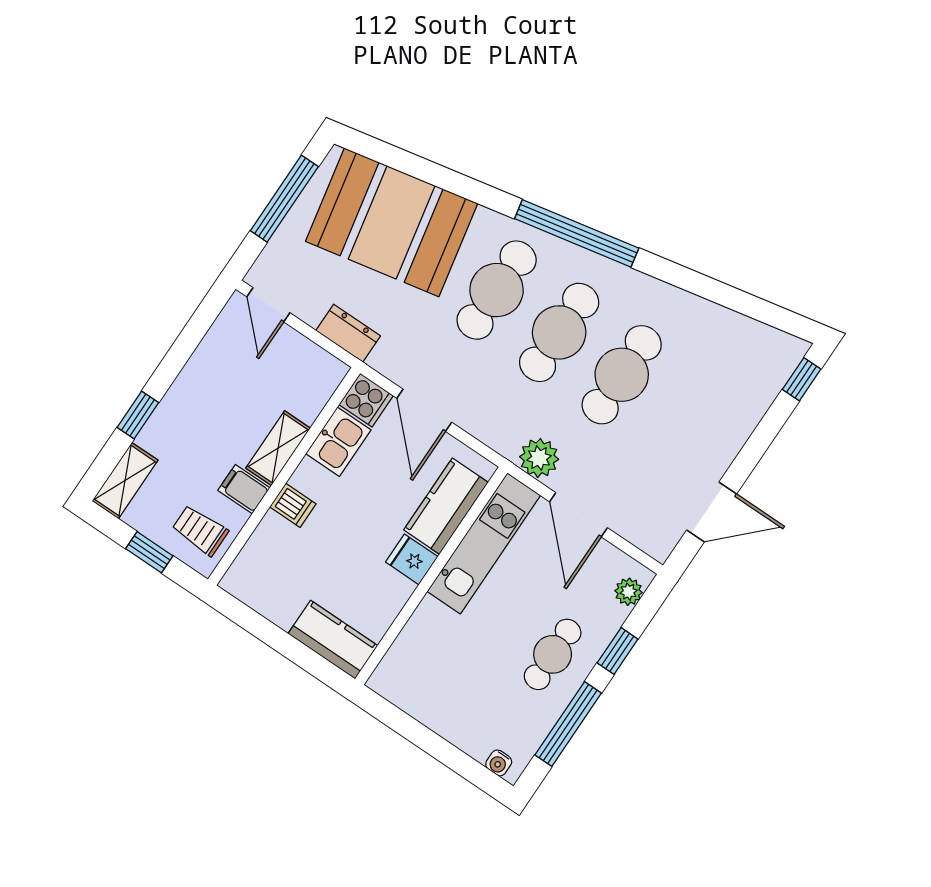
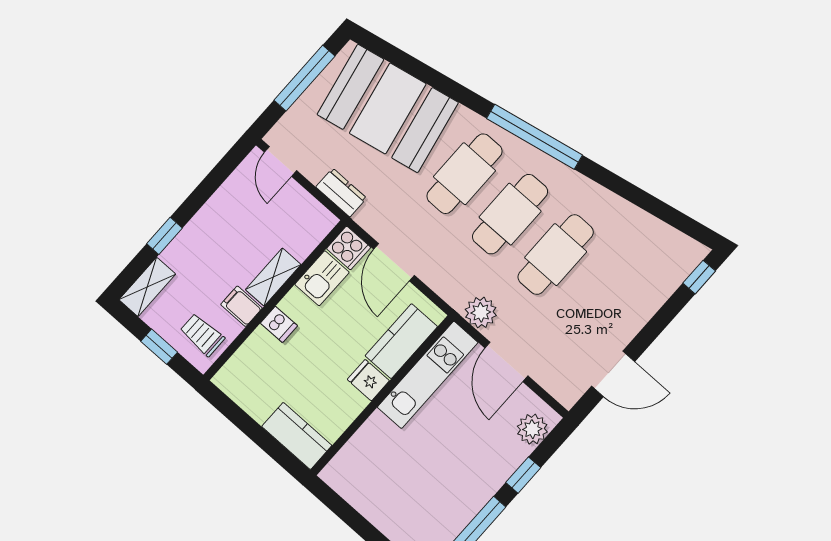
plant: (629, 592) -> (532, 429), width x1.38, depth x1.38
cafe table: (553, 654) -> (471, 471), removed

